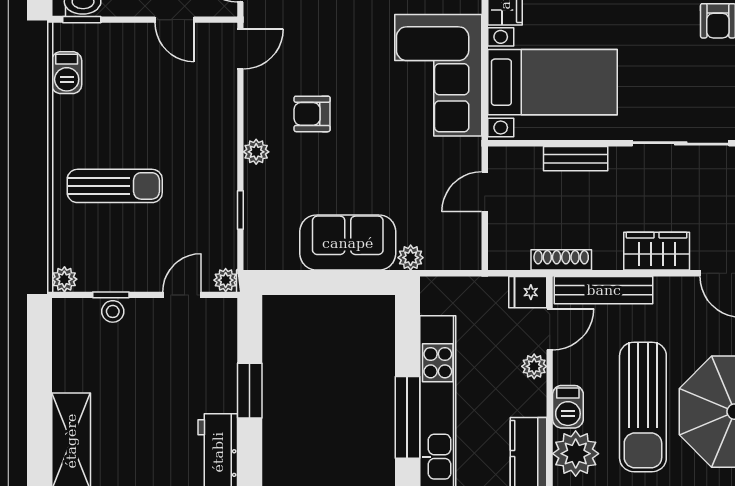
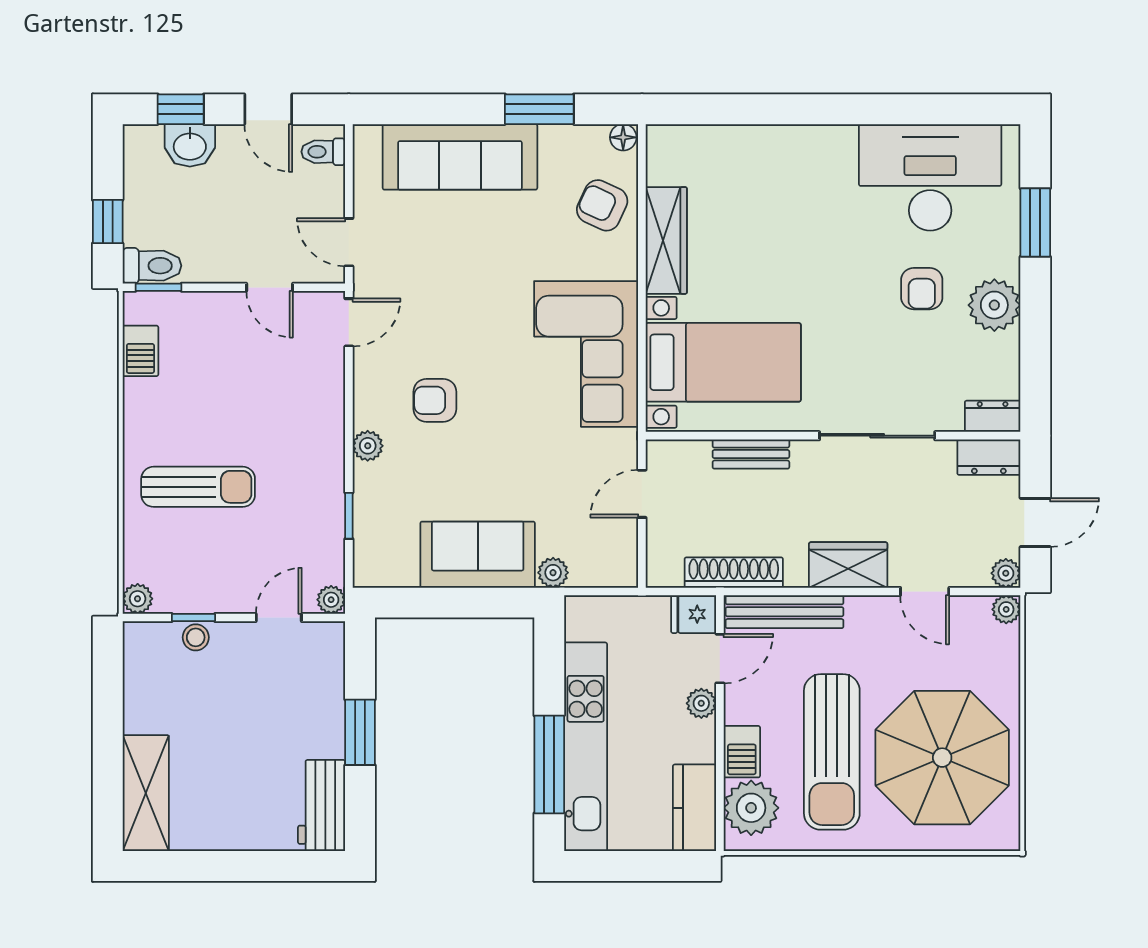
shoe rack: (561, 260) -> (734, 573), width x1.36, depth x1.24

